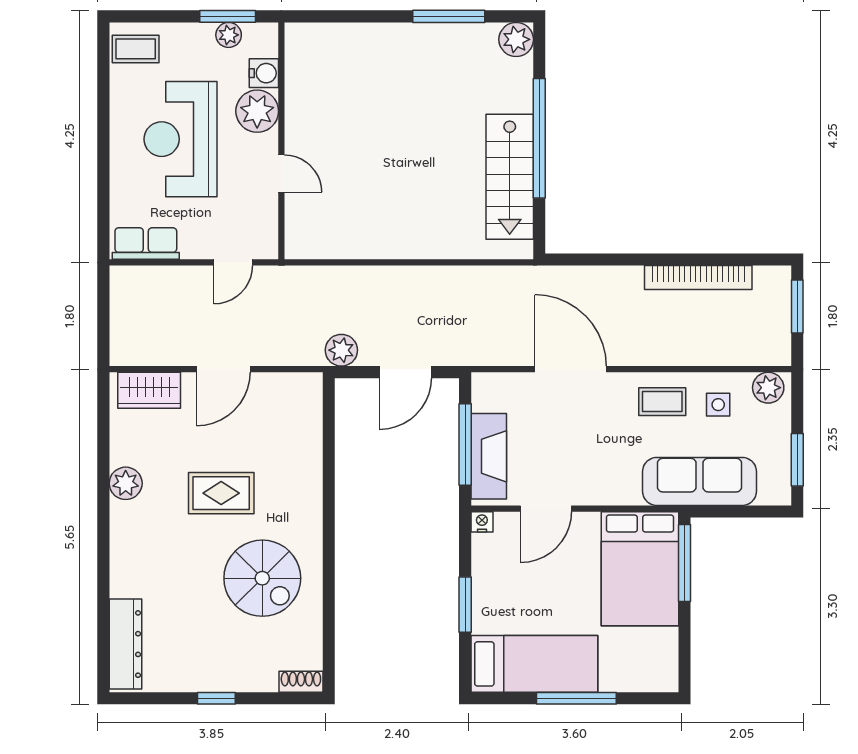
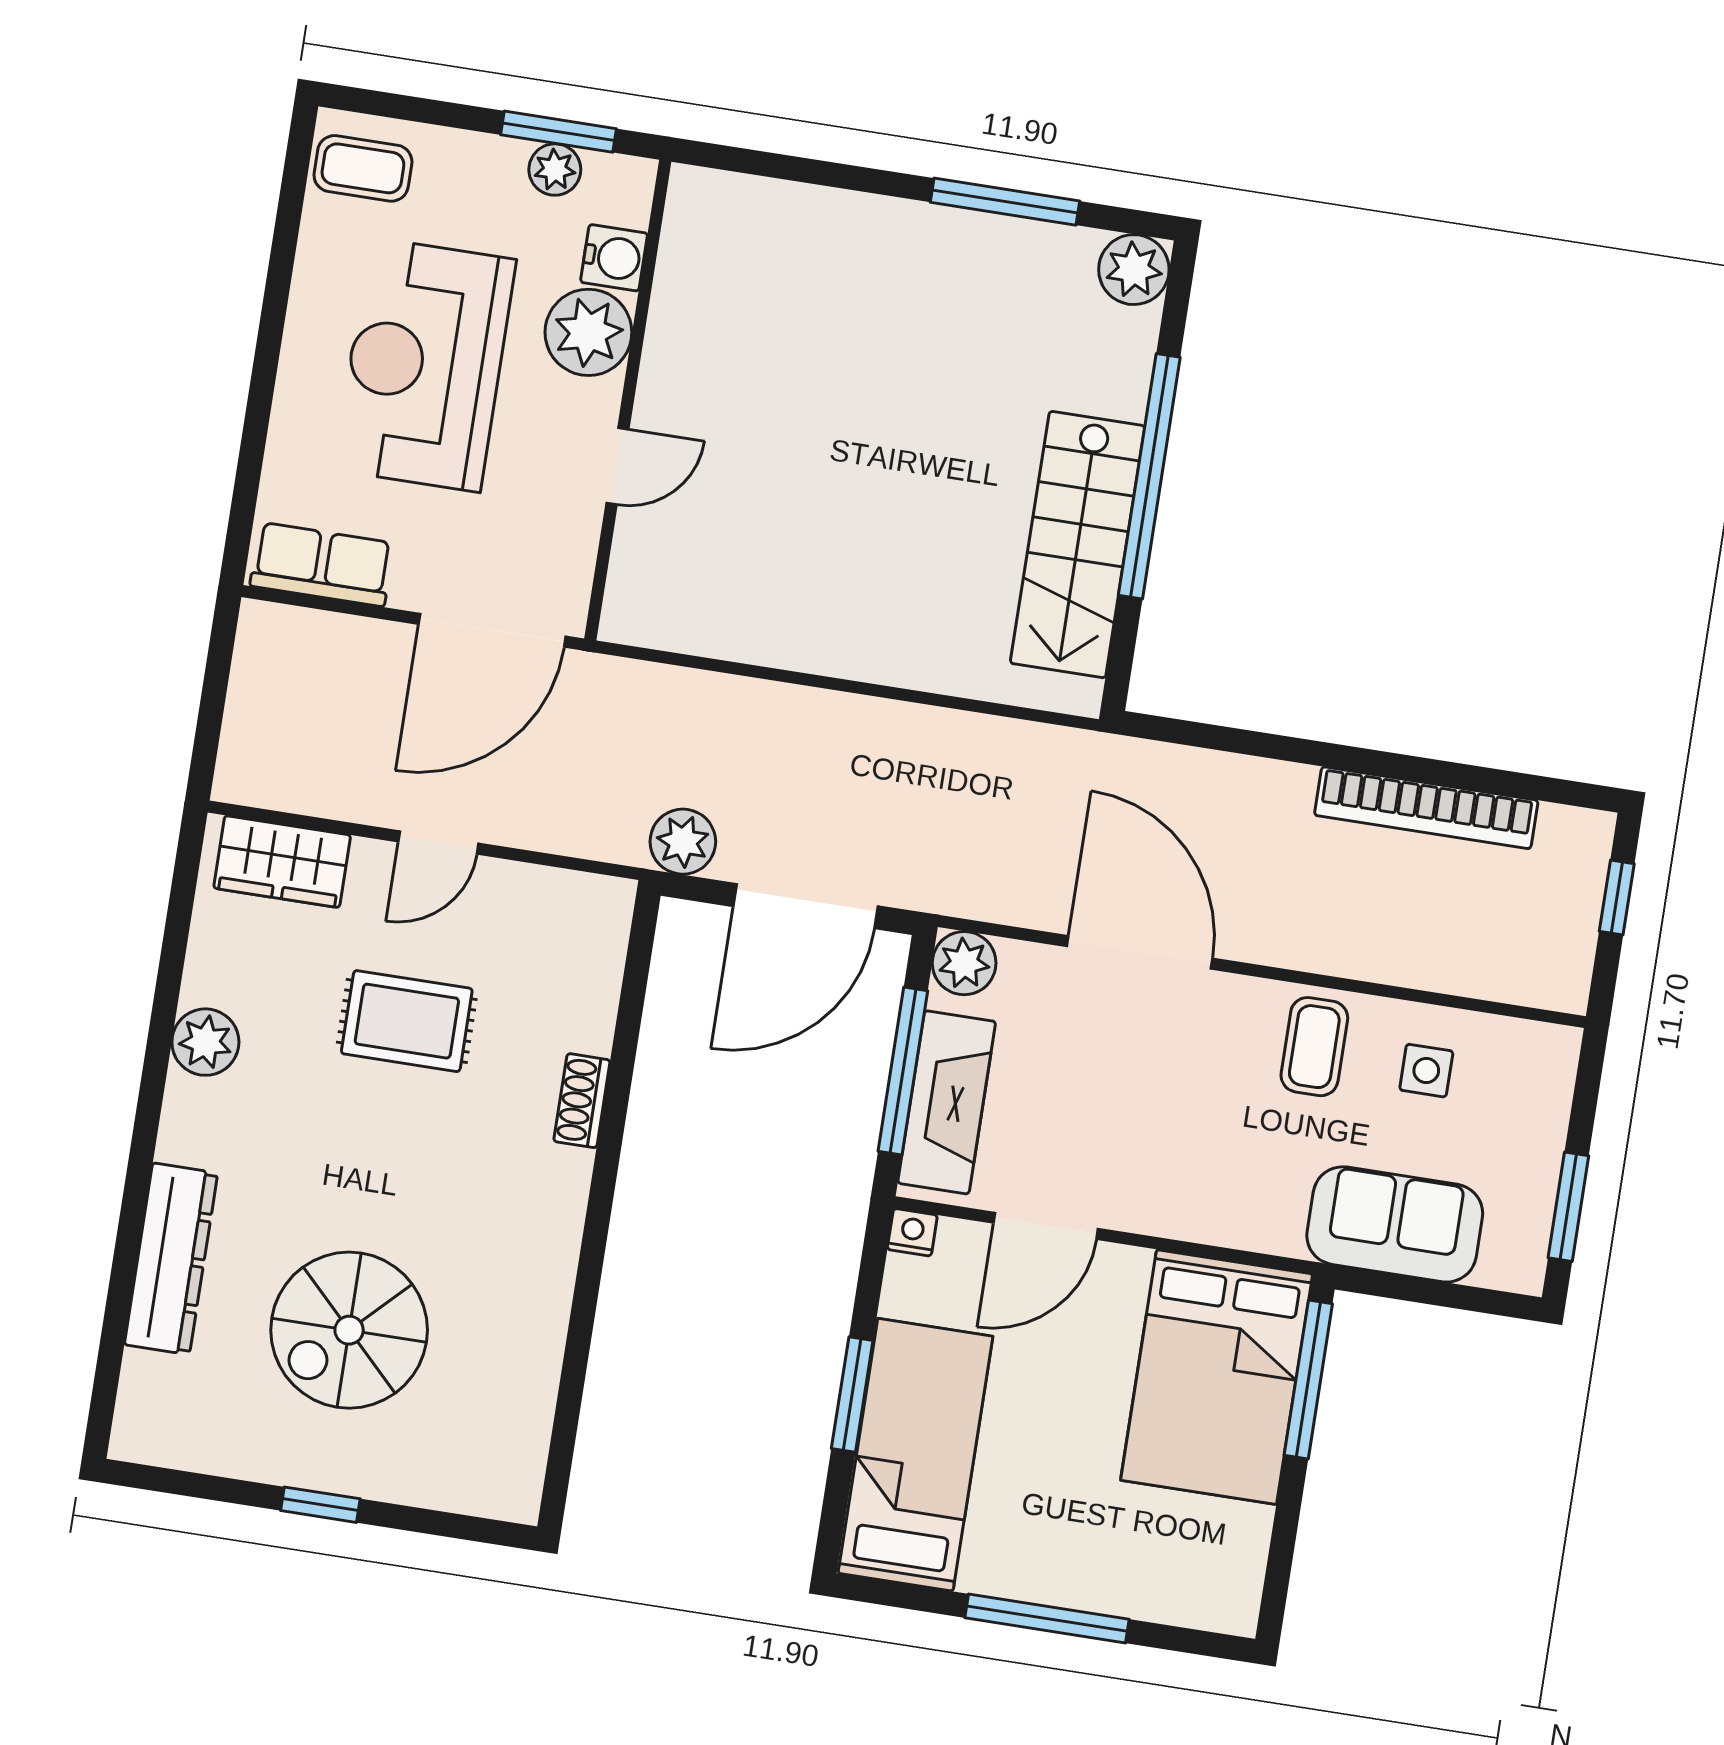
door: (281, 174) -> (617, 466), hinge flipped
door: (233, 262) -> (492, 630), width x1.88
window: (797, 307) -> (1617, 898), width x0.67
door: (223, 369) -> (438, 843), width x0.73
door: (406, 372) -> (806, 906), width x1.36
plant: (768, 388) -> (964, 963), moved
coffee table: (662, 402) -> (1314, 1047), turned 90
sofa: (700, 481) -> (1395, 1224), width x0.73
rug: (221, 493) -> (407, 1021), moved
spiral stairs: (262, 578) -> (349, 1330), moved, turned 90
dresser: (125, 644) -> (171, 1259), moved
bed: (534, 664) -> (915, 1455), moved, turned -90
shoe rack: (301, 682) -> (582, 1101), moved, turned -90

